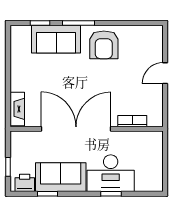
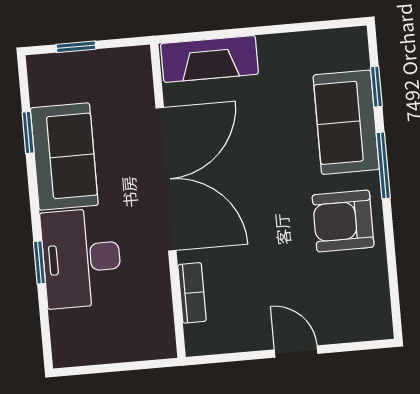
fireplace: (17, 109) -> (209, 59), width x1.37, depth x1.32
printer: (25, 183) -> (46, 84), removed

